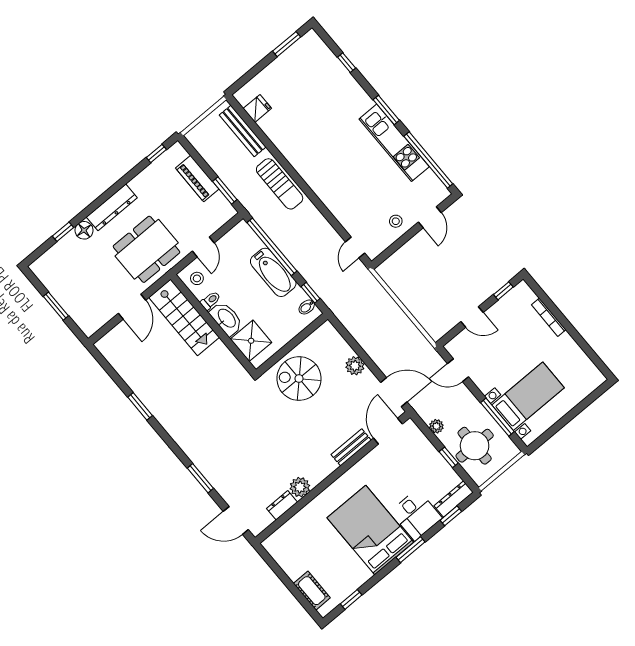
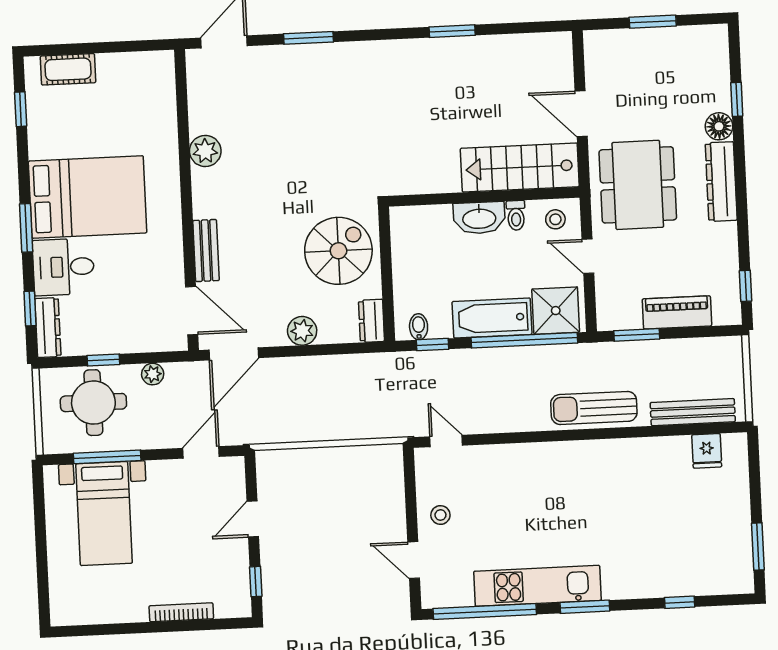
shower: (251, 341) -> (556, 311), moved
dresser: (282, 505) -> (372, 321), moved, turned 180

